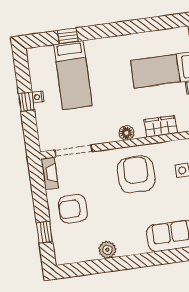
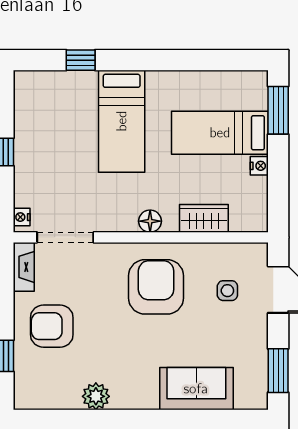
bed: (73, 75) -> (122, 121), moved
nightstand: (38, 97) -> (22, 217), moved

